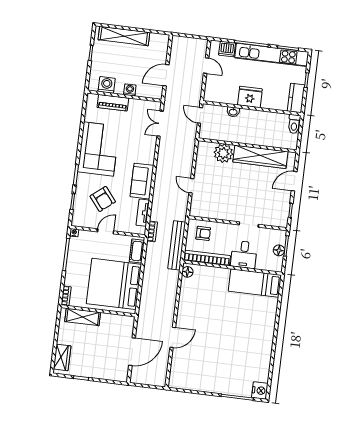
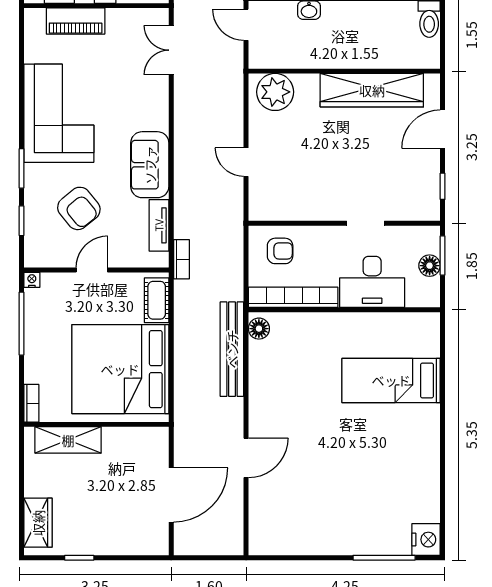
plant: (223, 153) -> (275, 92), moved
bench: (177, 245) -> (232, 349), moved
desk: (244, 255) -> (372, 282), width x1.37
bed: (255, 283) -> (391, 380), moved

